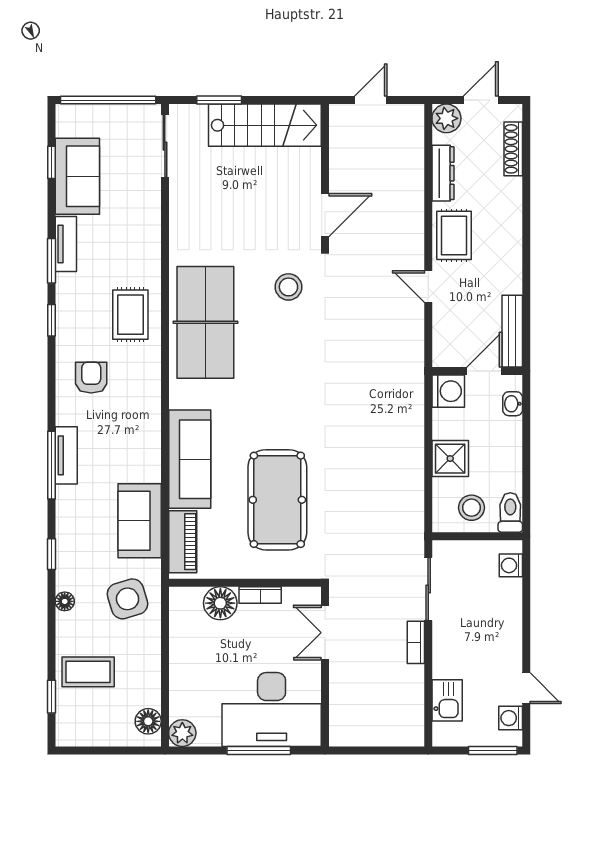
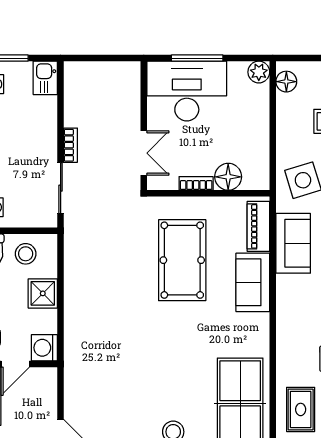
sofa: (190, 459) -> (253, 282), width x0.73
kitchen sink: (447, 700) -> (45, 78), moved

